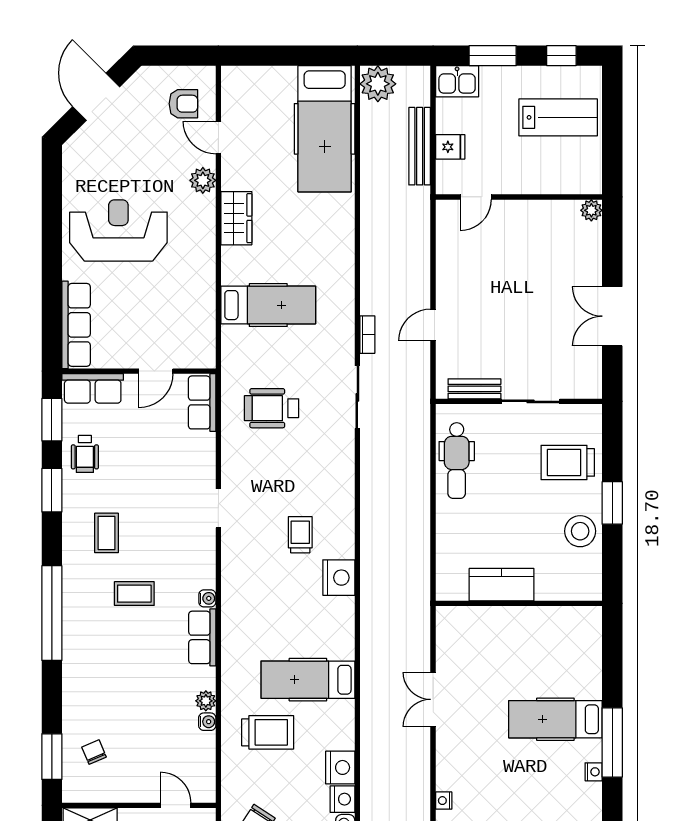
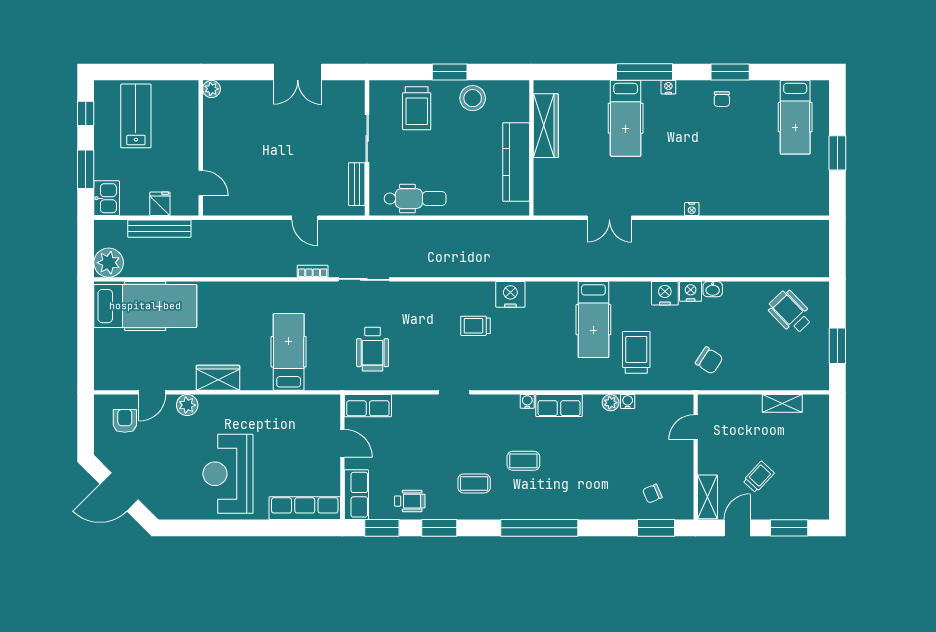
kitchen counter: (502, 585) -> (516, 162), width x1.50
coffee table: (134, 594) -> (523, 461), turned 90
wardrobe: (546, 621) -> (546, 126), added

